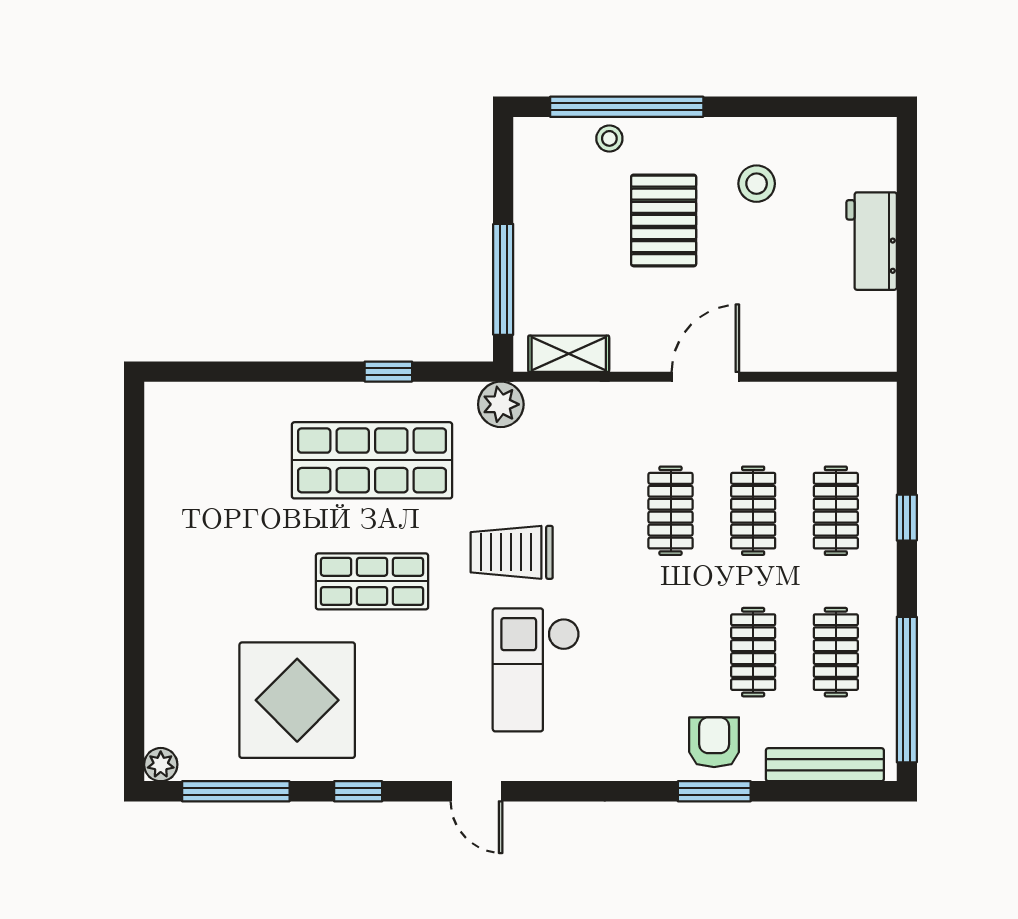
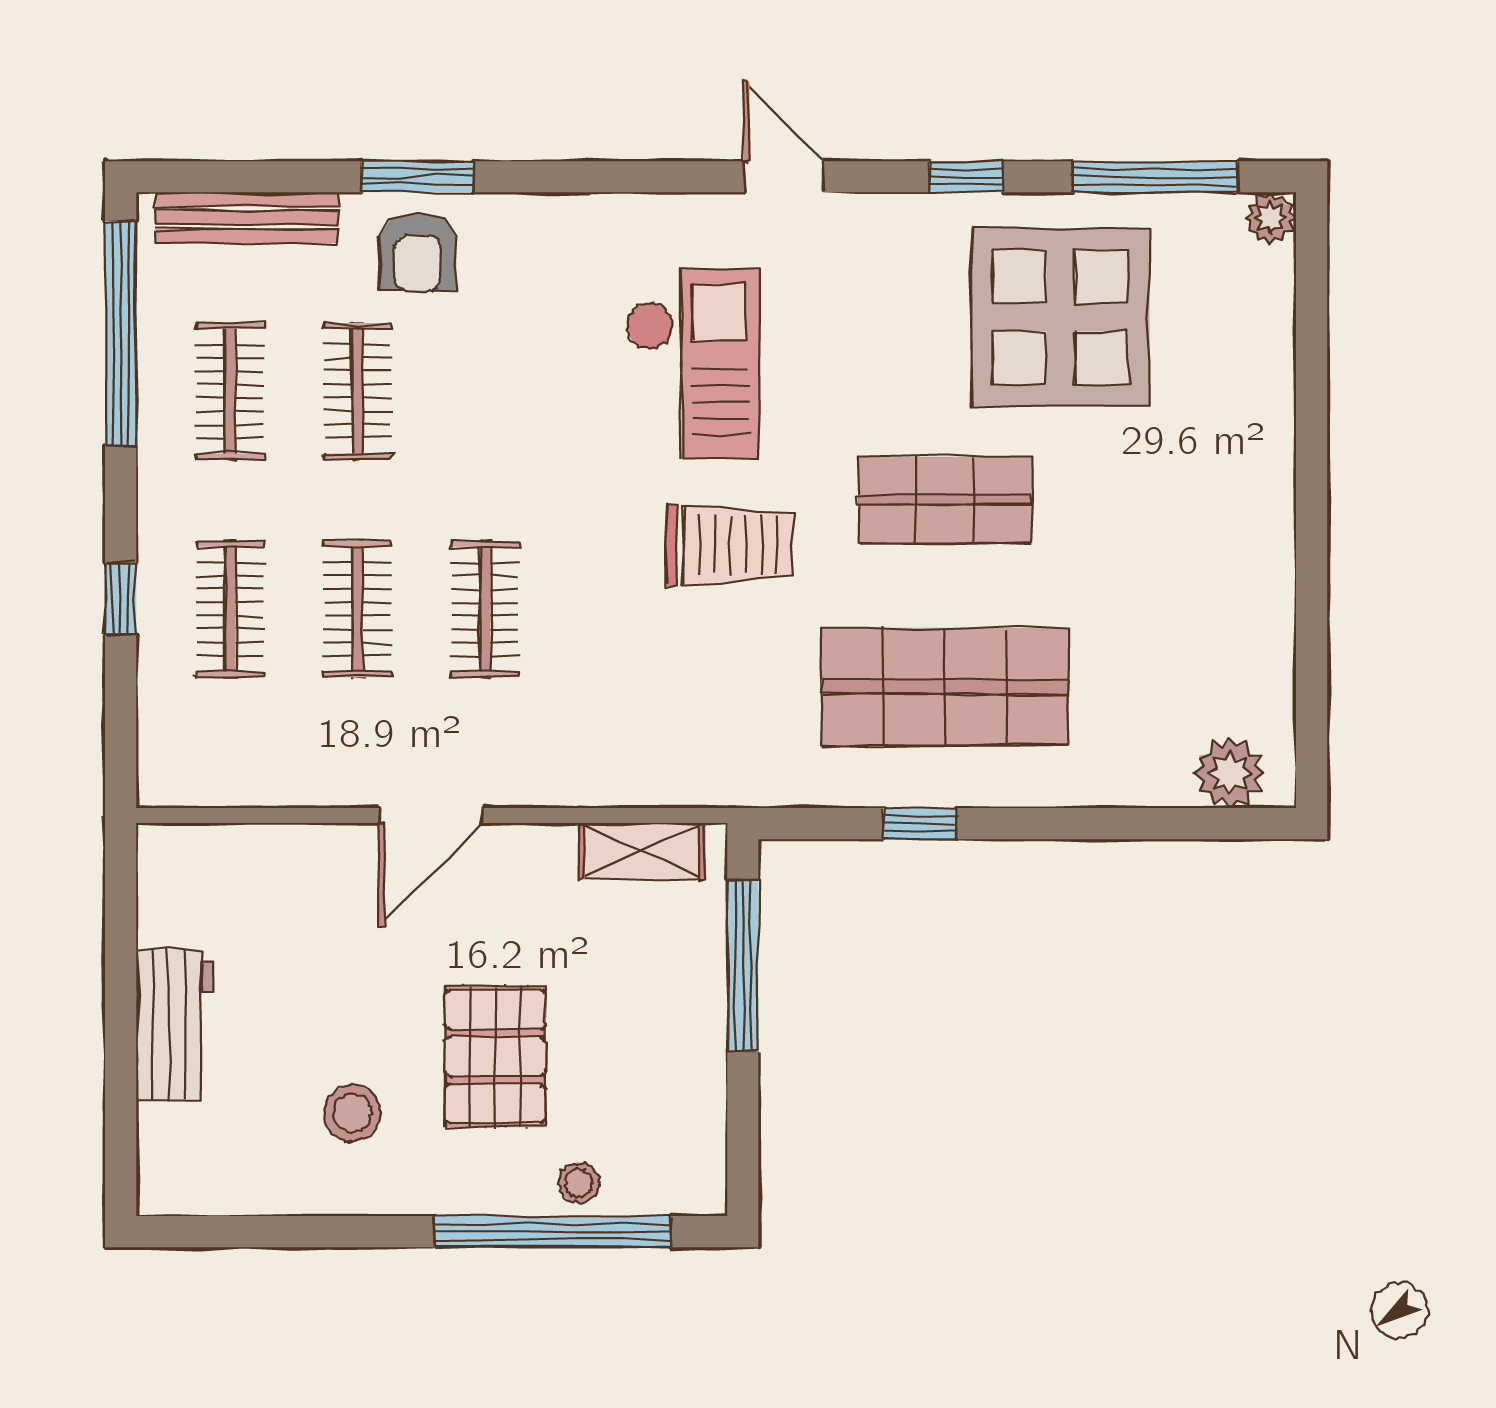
plant: (501, 404) -> (1230, 773), moved

